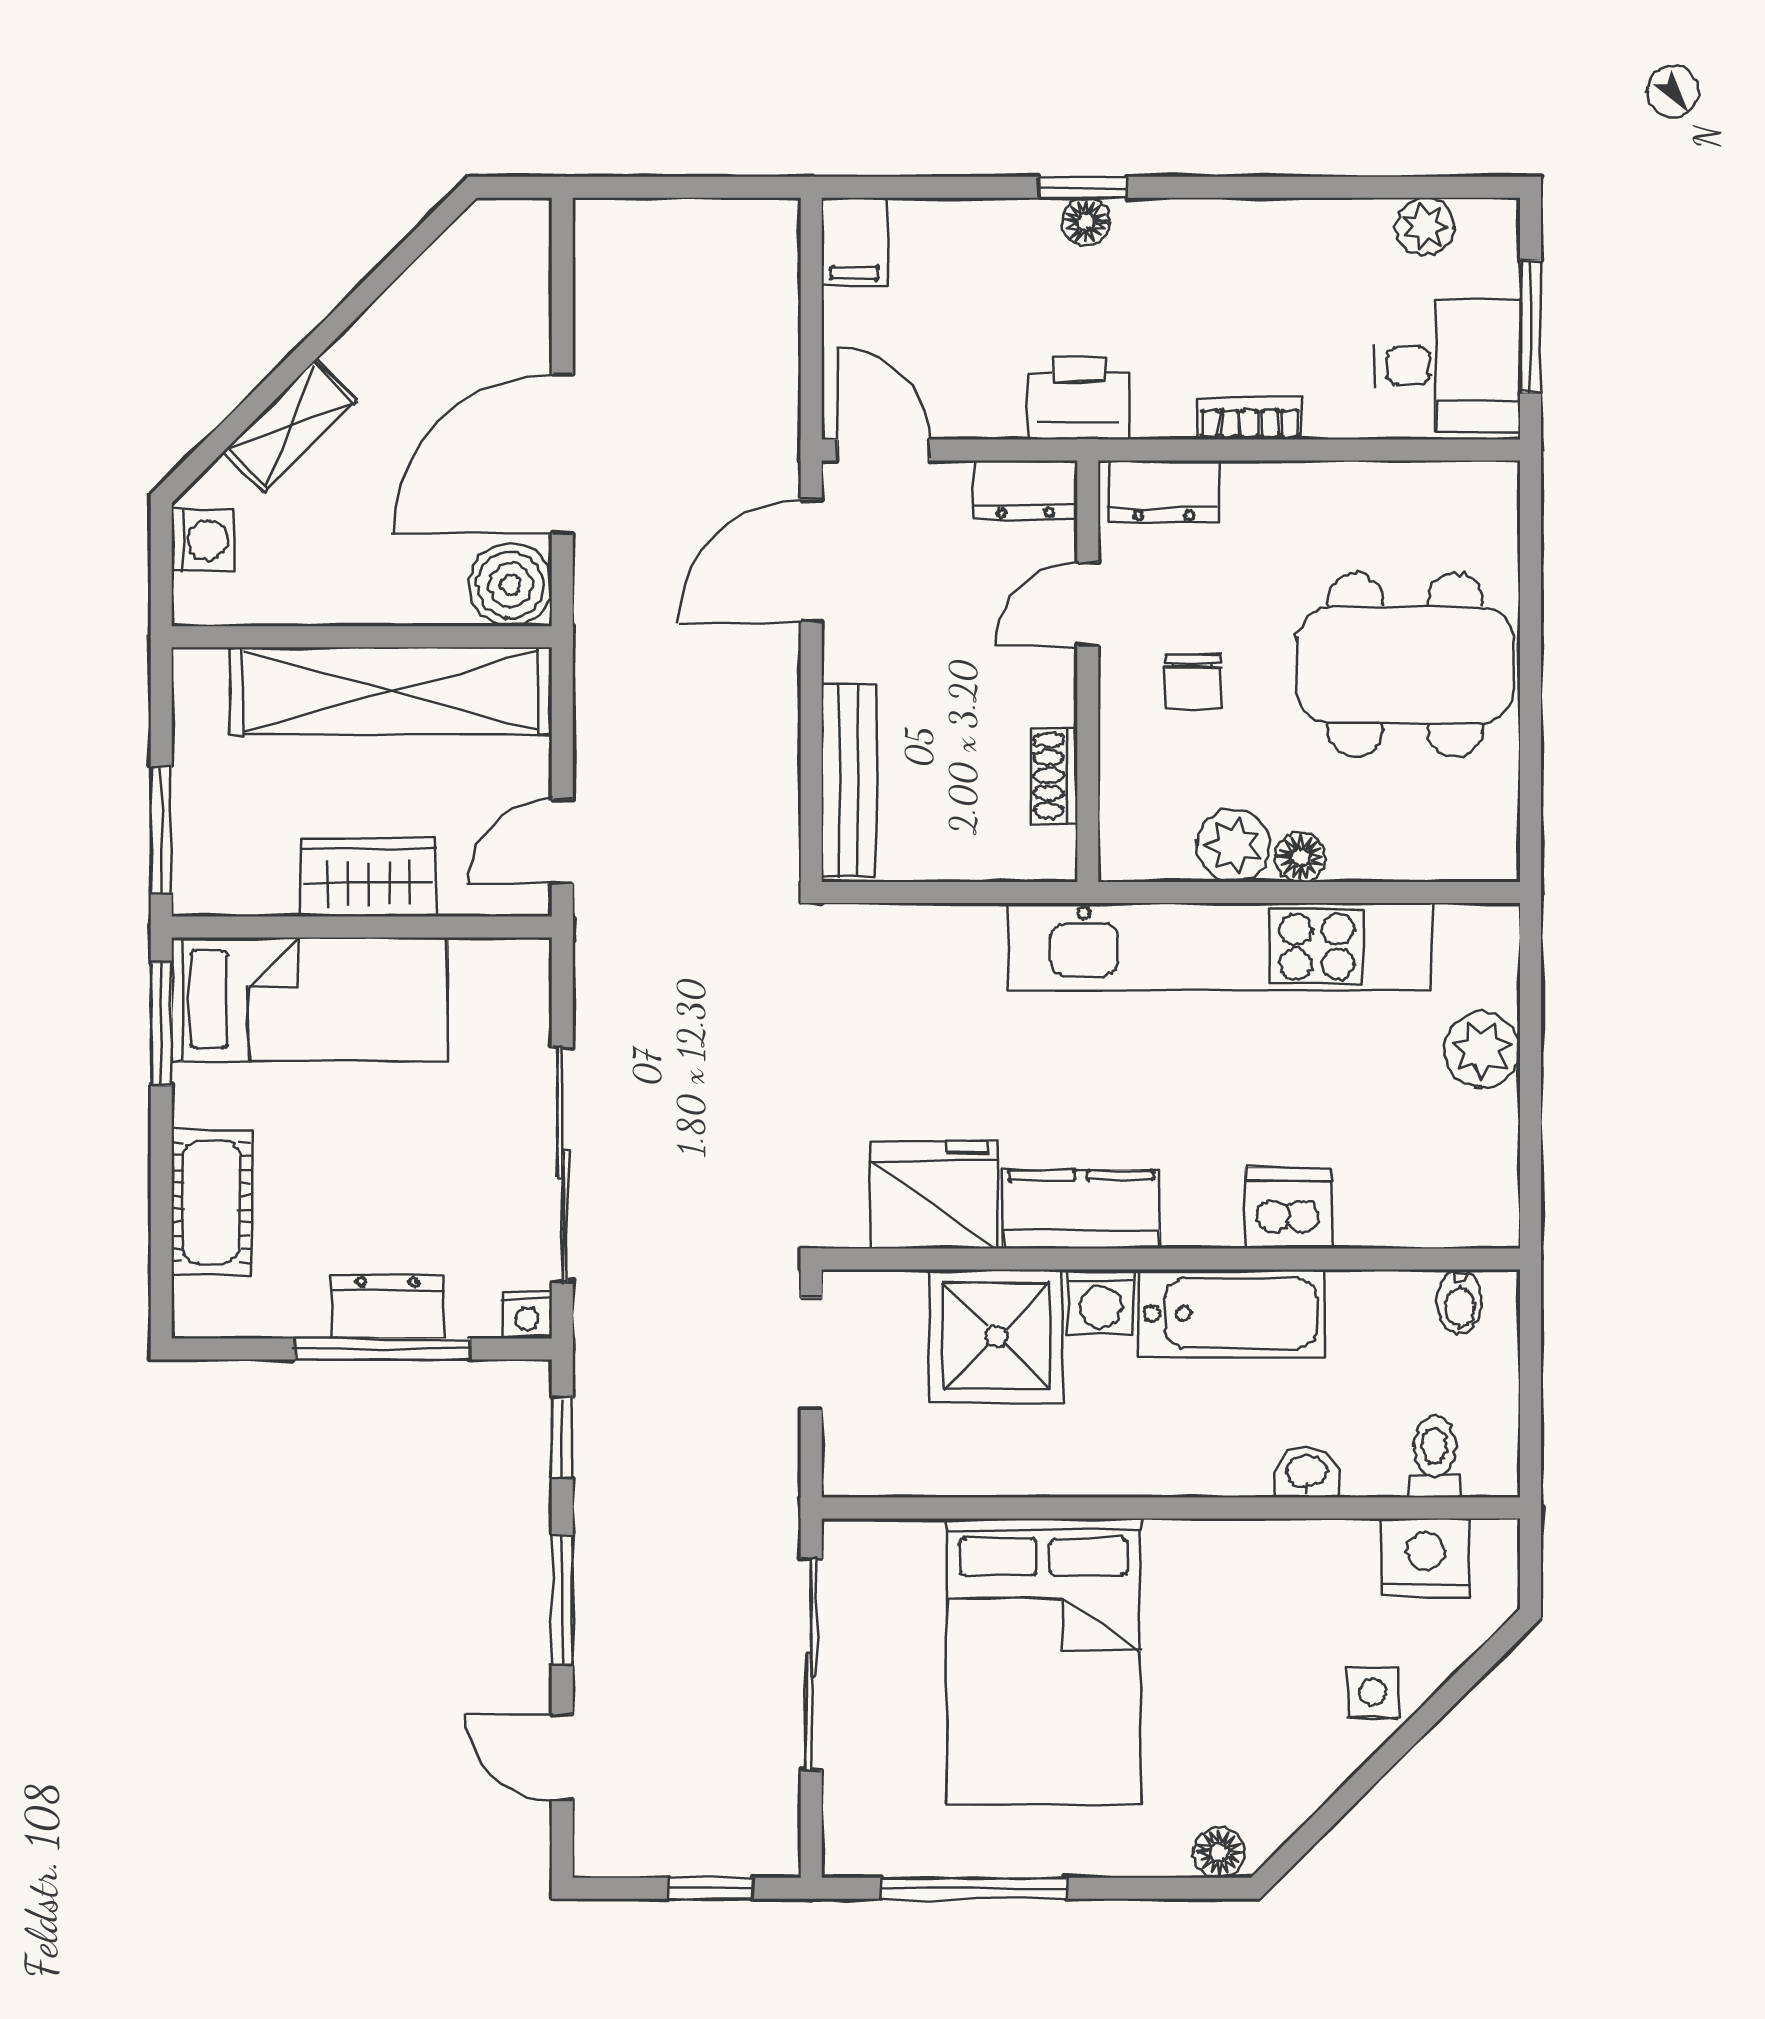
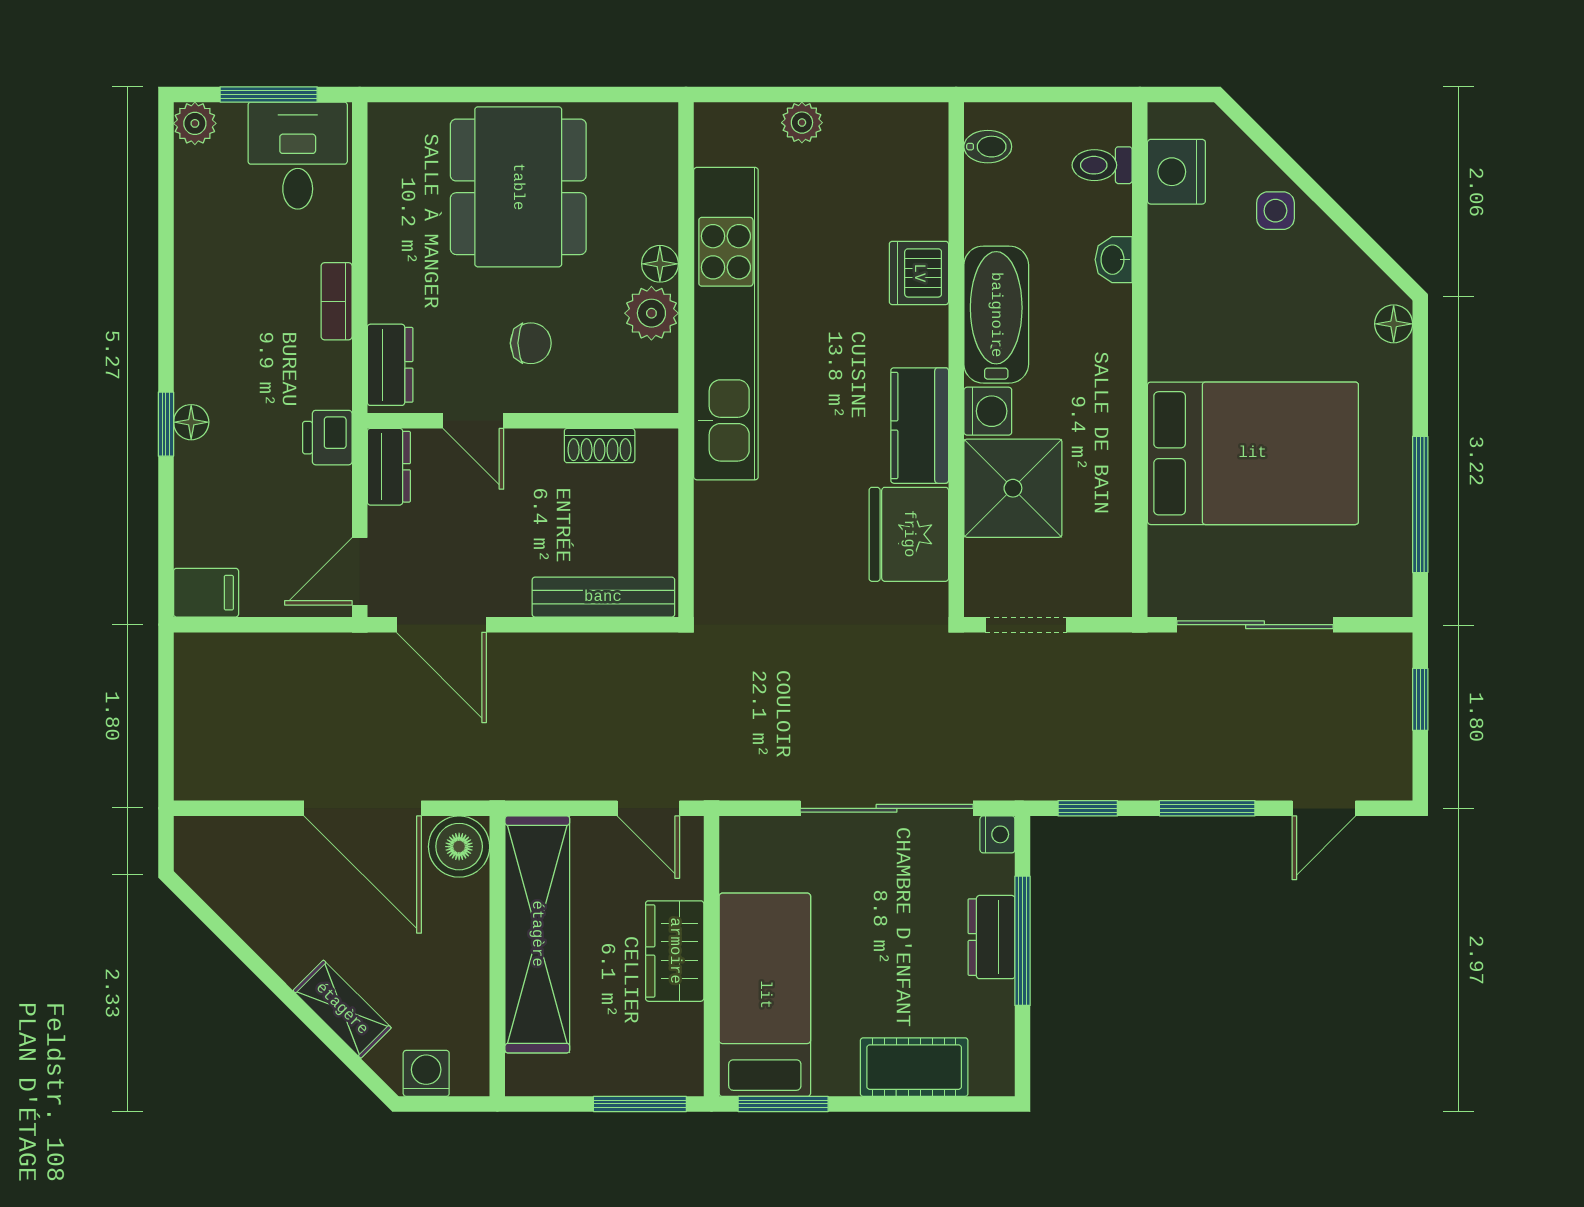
plant: (1425, 226) -> (195, 123), moved
printer: (1078, 398) -> (327, 438), width x0.73, depth x0.81
plant: (1482, 1050) -> (802, 123), width x0.73, depth x0.73

